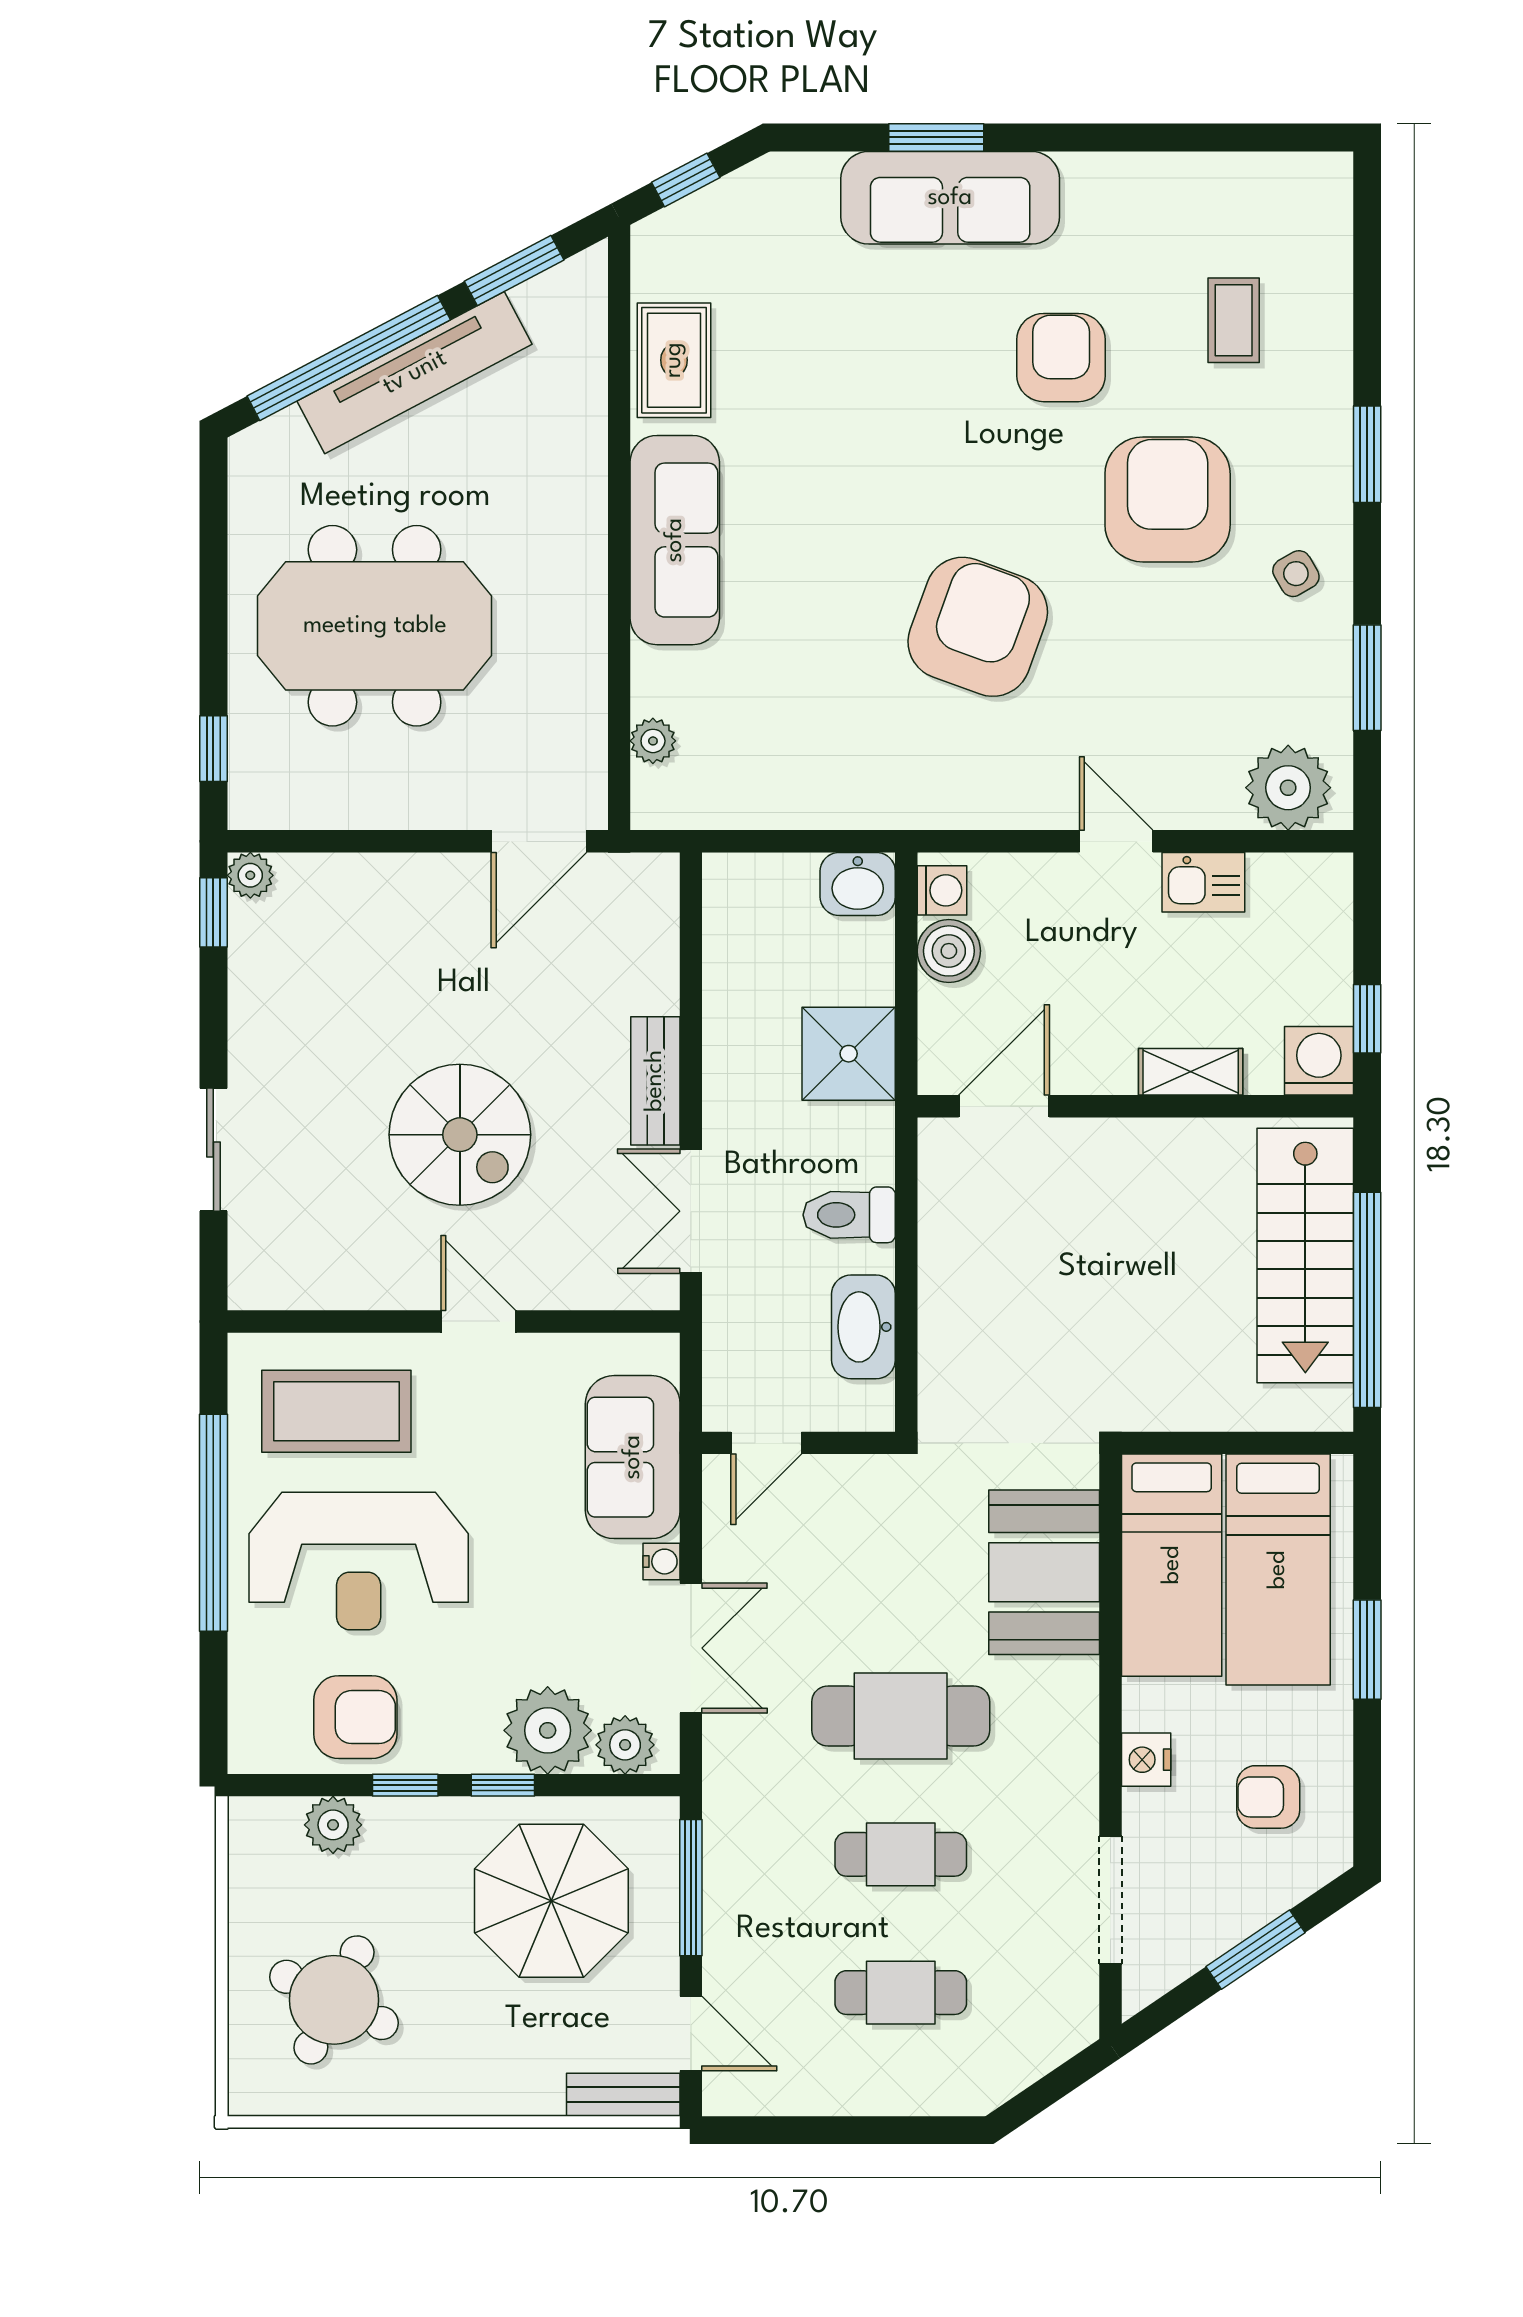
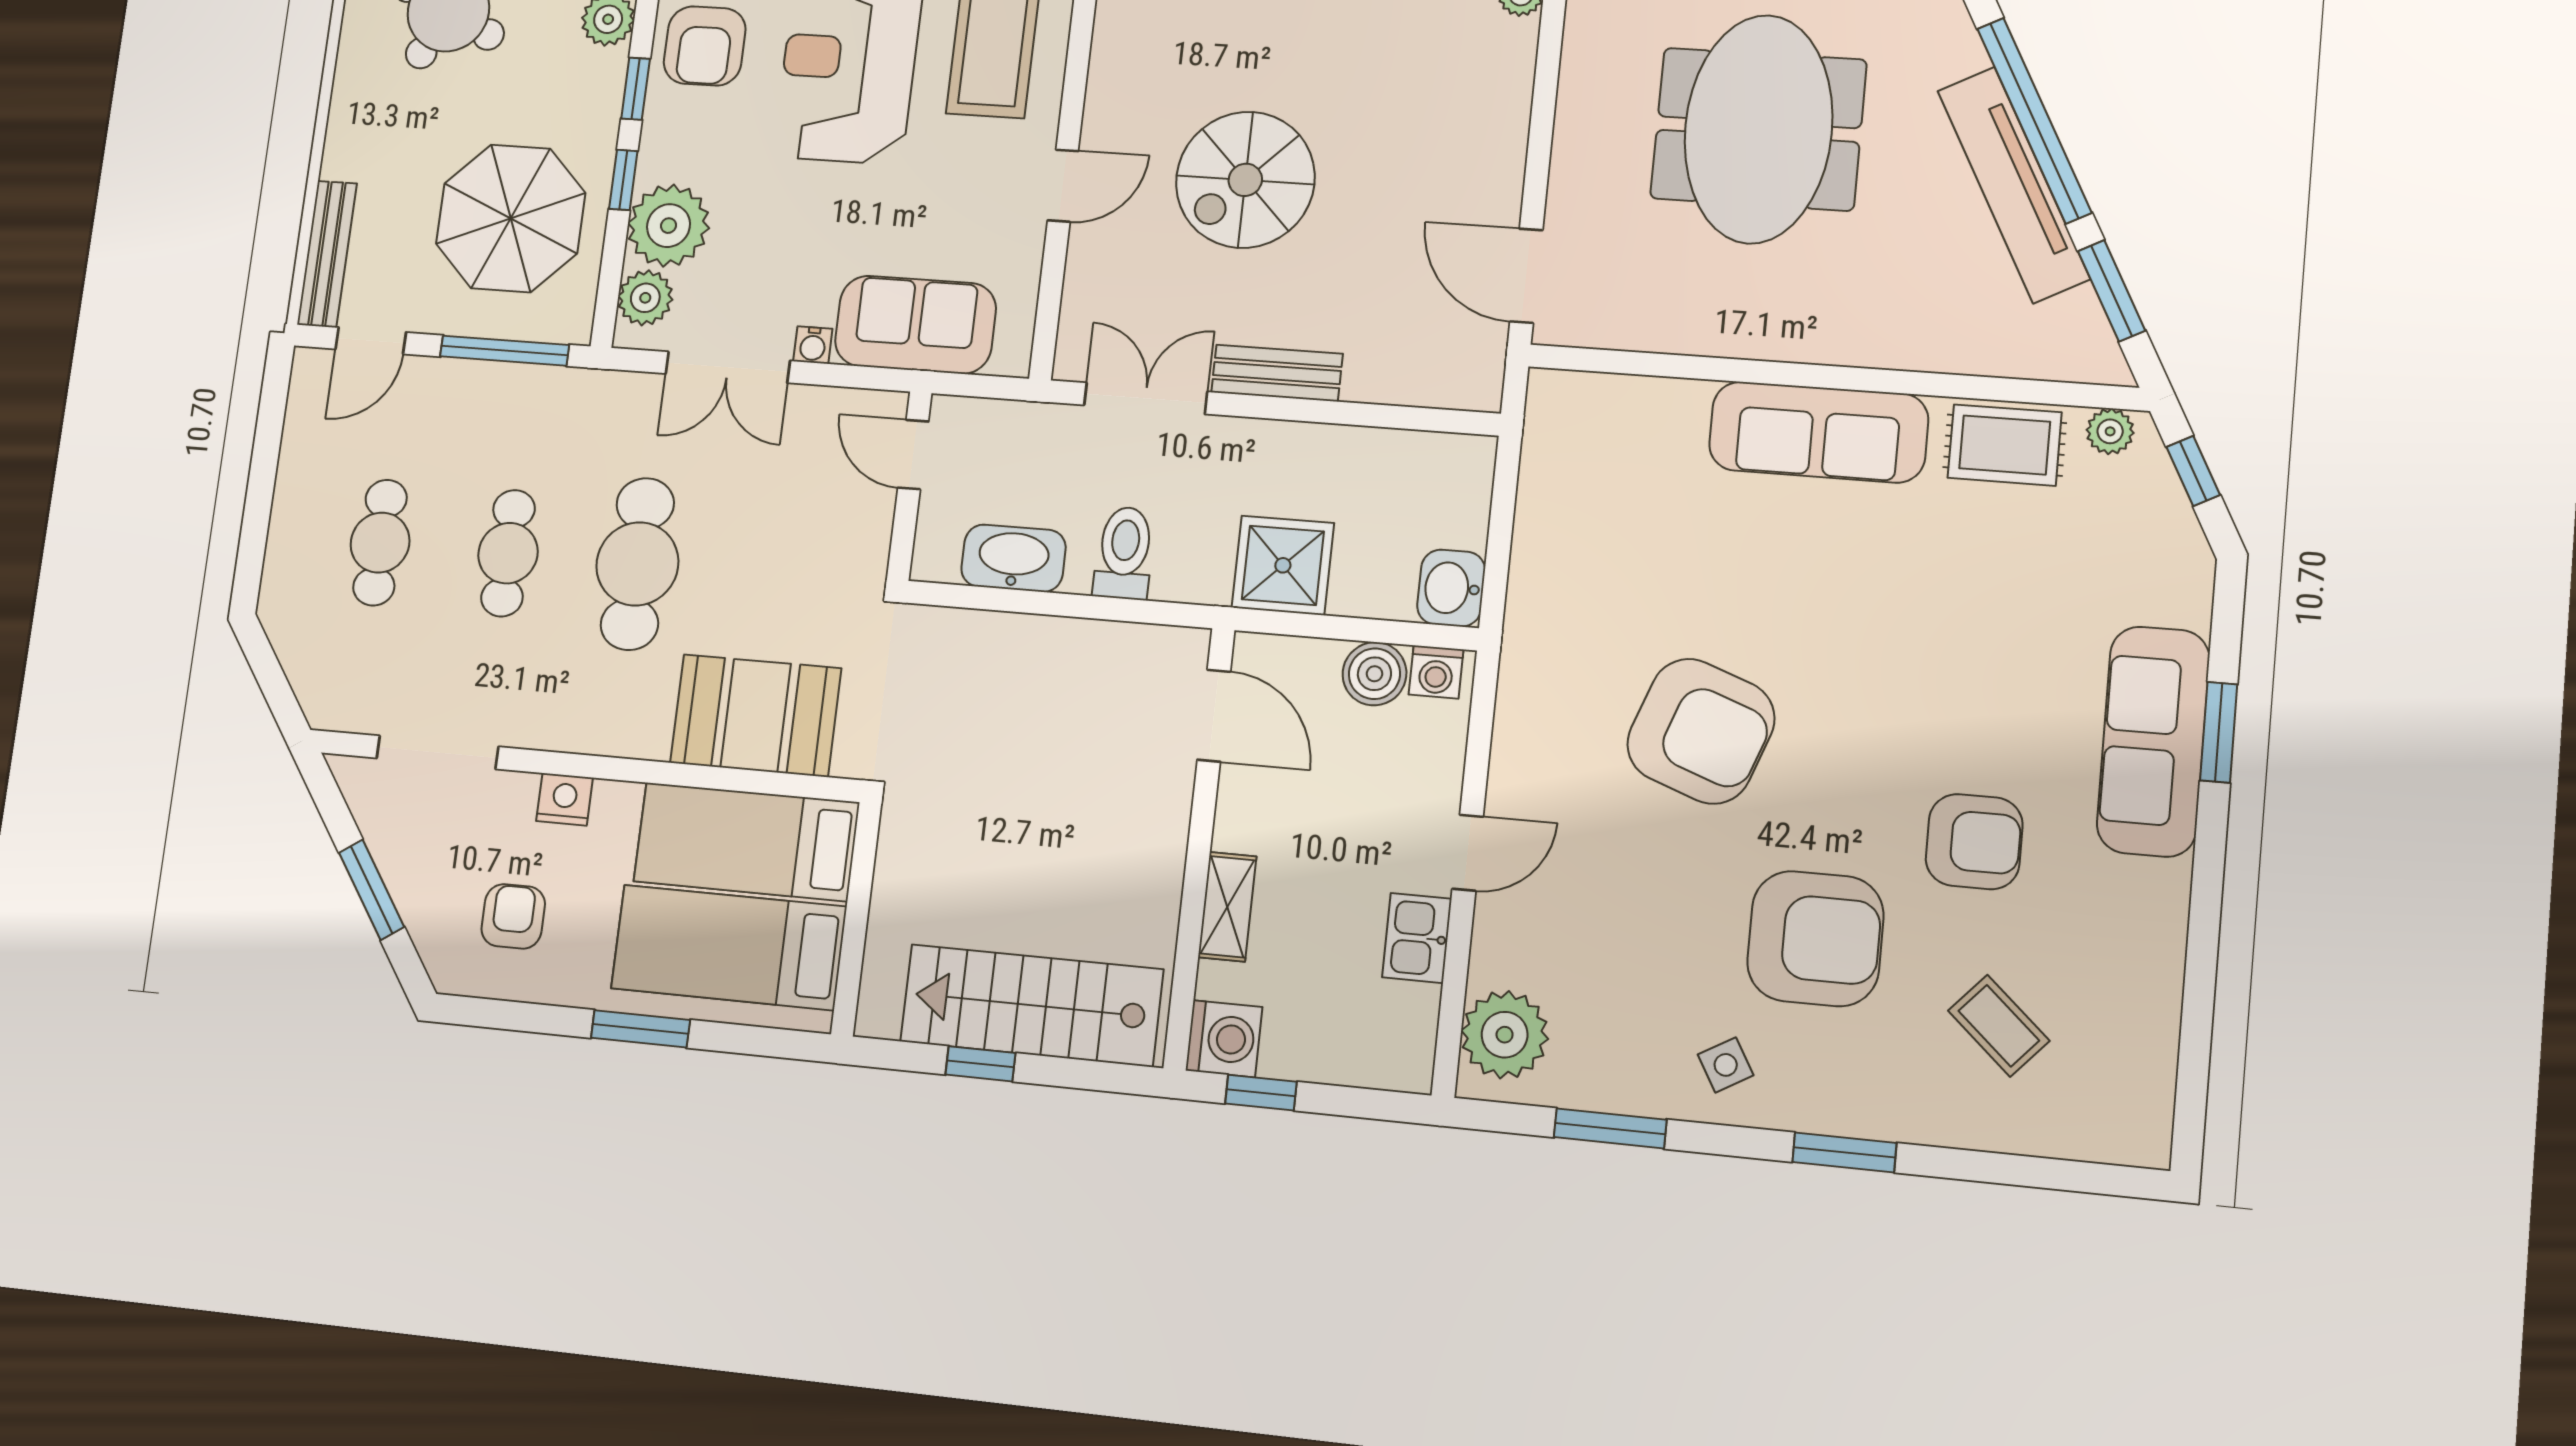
coffee table: (1234, 320) -> (1999, 1026), turned 42
plant: (653, 741) -> (2110, 431), moved
window: (1367, 1300) -> (980, 1064), width x0.32
bench: (623, 2095) -> (327, 254), width x1.36

